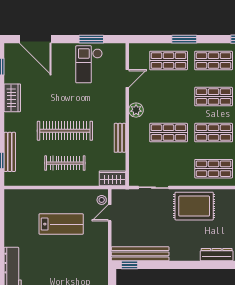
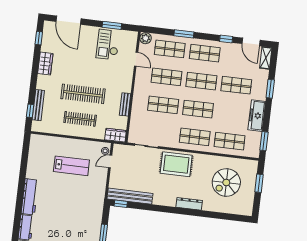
door: (127, 79) -> (136, 59), hinge flipped
shop shelf: (169, 97) -> (166, 77), added
plant: (136, 110) -> (146, 38), moved

